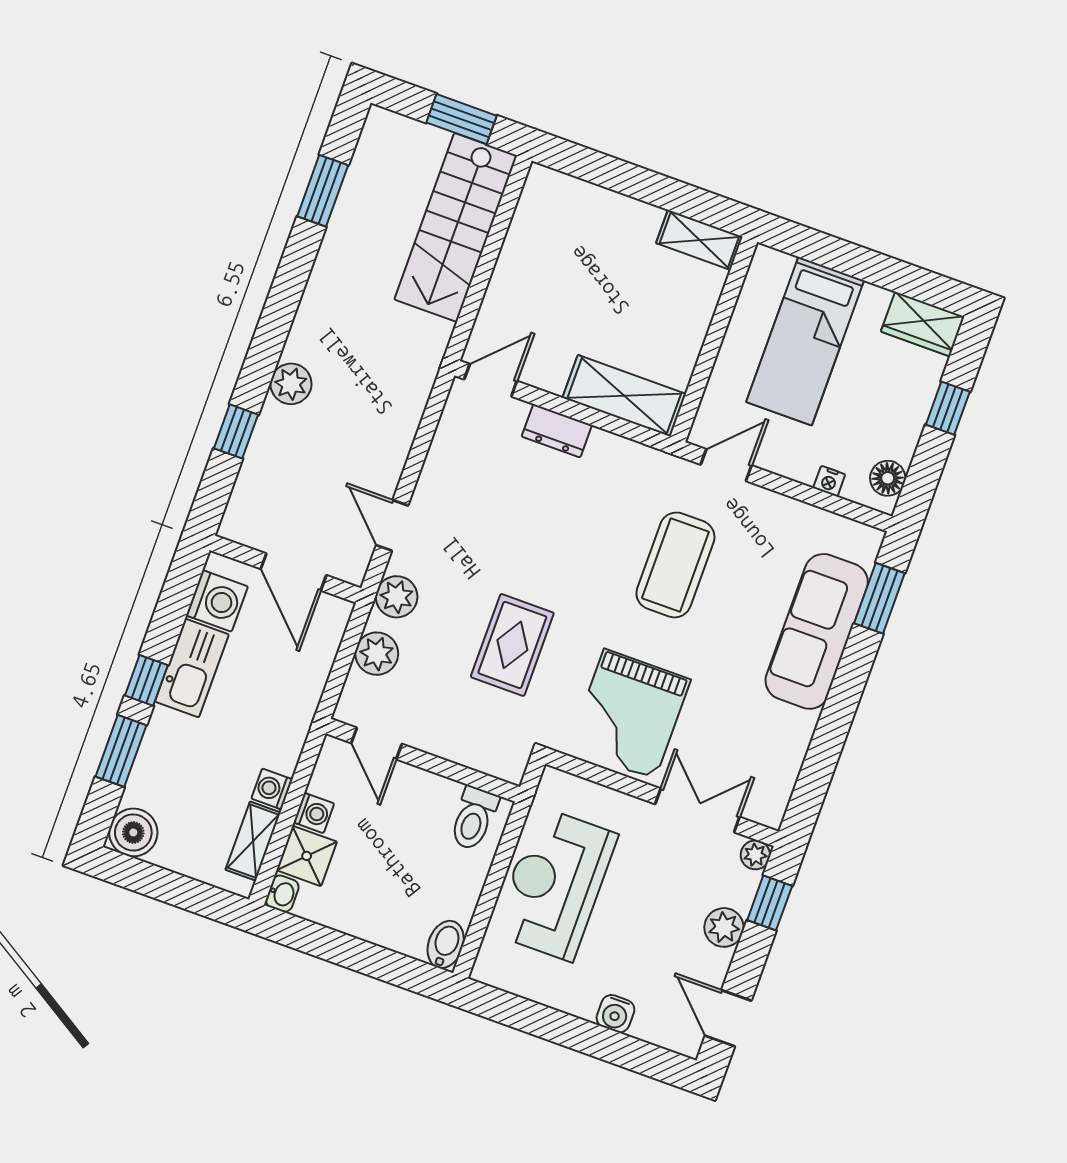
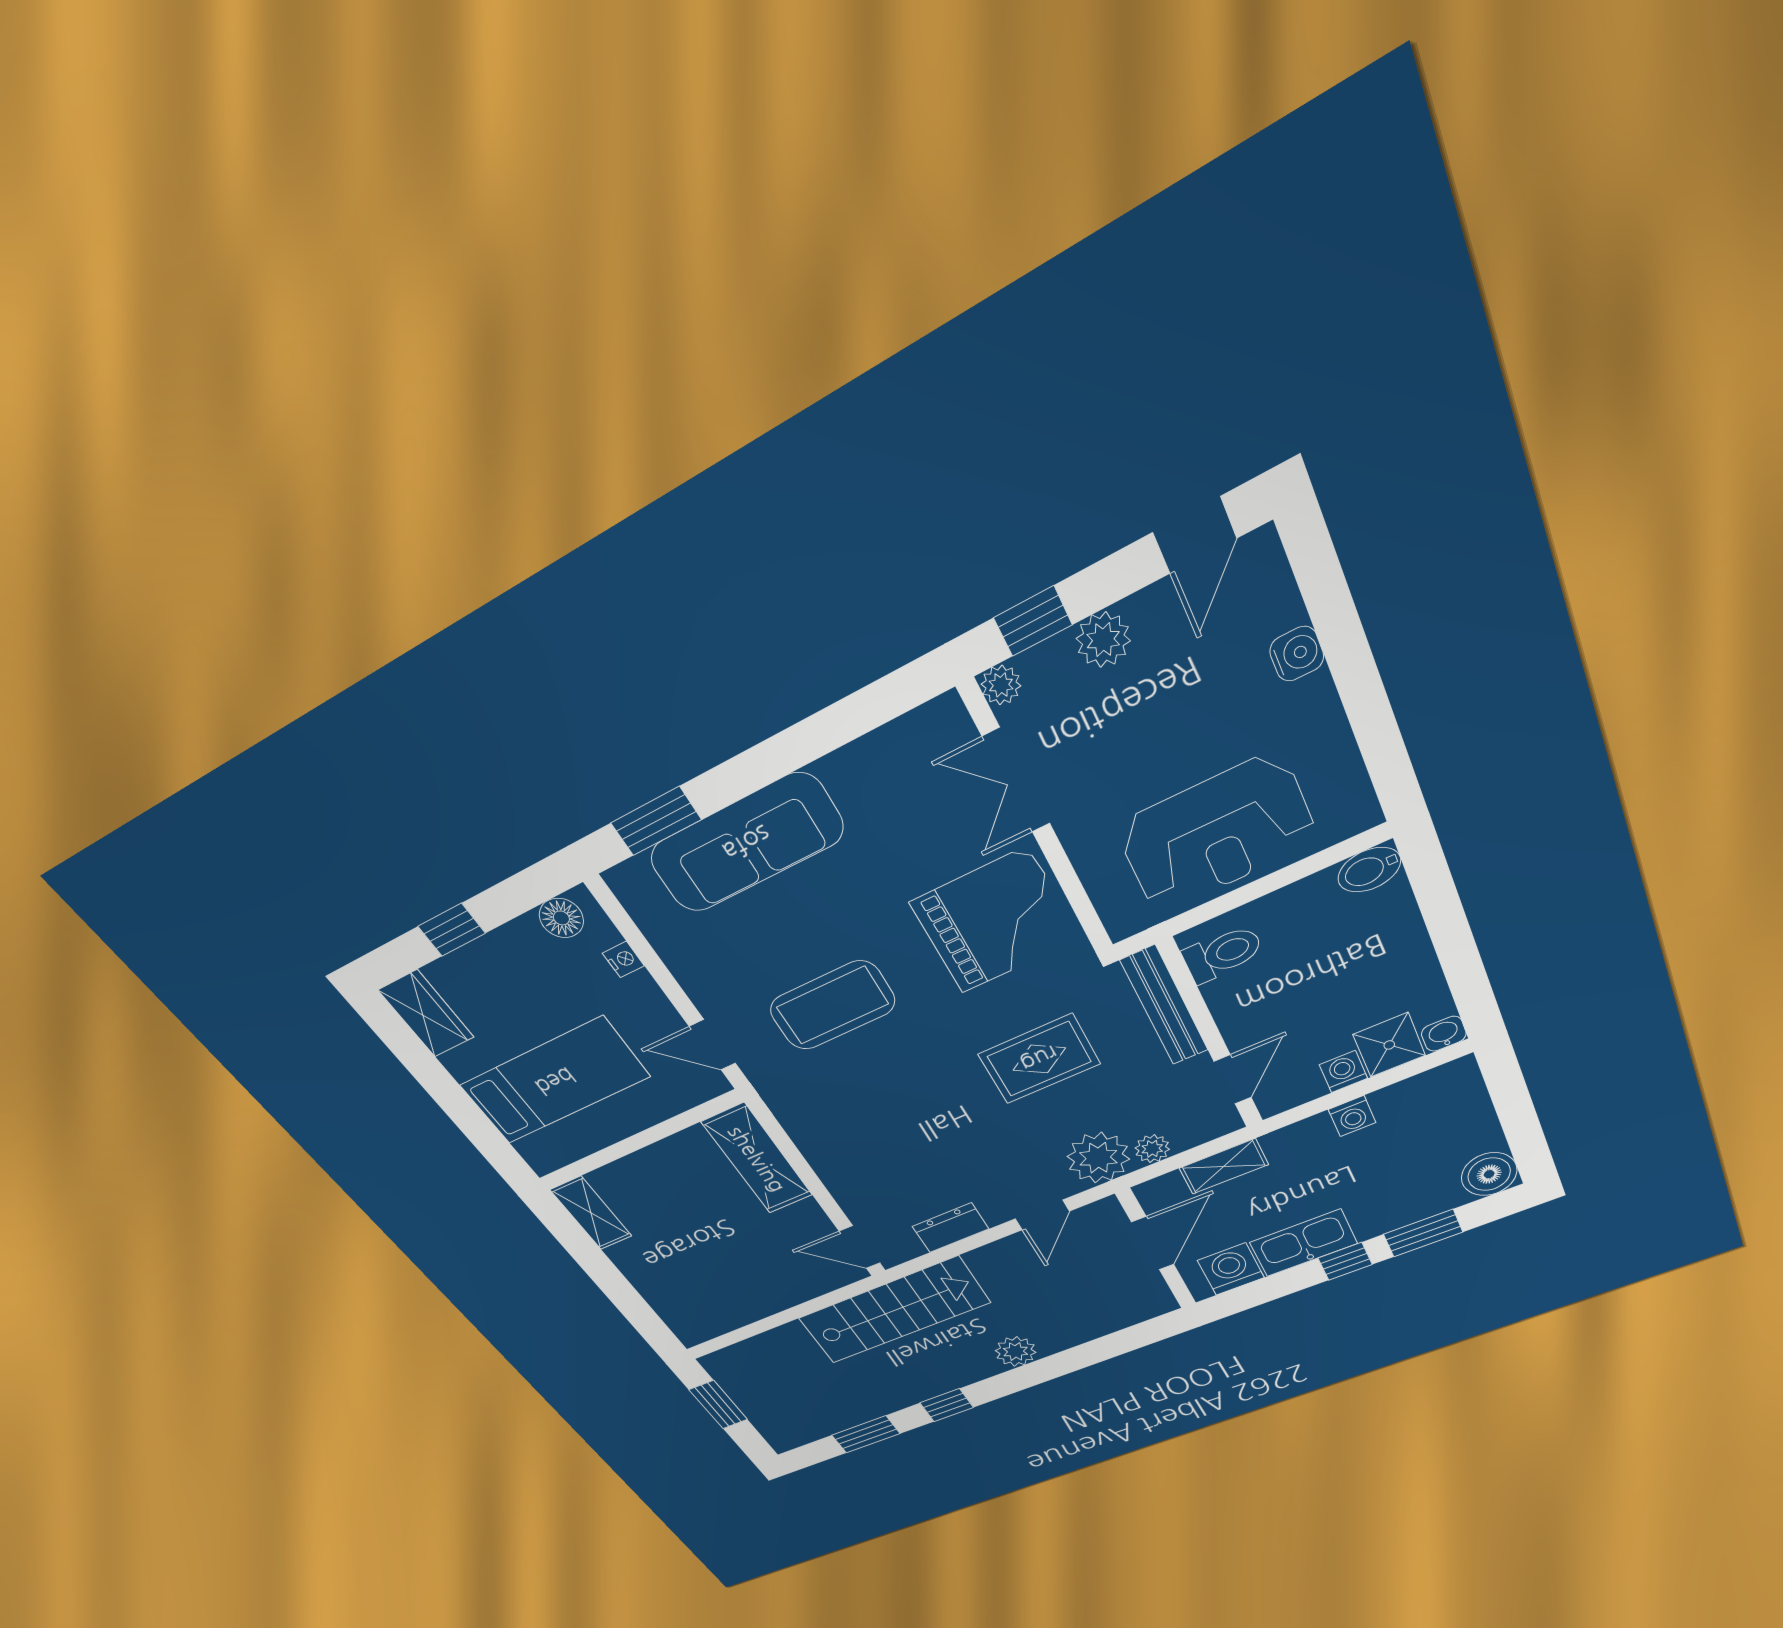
stairs: (456, 228) -> (894, 1310), moved
window: (236, 431) -> (947, 1405), moved
dresser: (557, 431) -> (950, 1228), moved, turned -90
plant: (397, 597) -> (1098, 1158), width x1.36, depth x1.36
plant: (377, 654) -> (1152, 1149), width x0.73, depth x0.73
bench: (473, 753) -> (1164, 1006), added
shelving: (253, 841) -> (1224, 1166), moved

